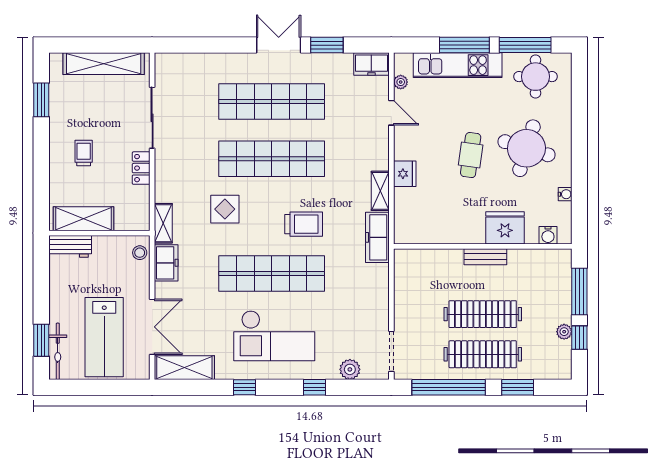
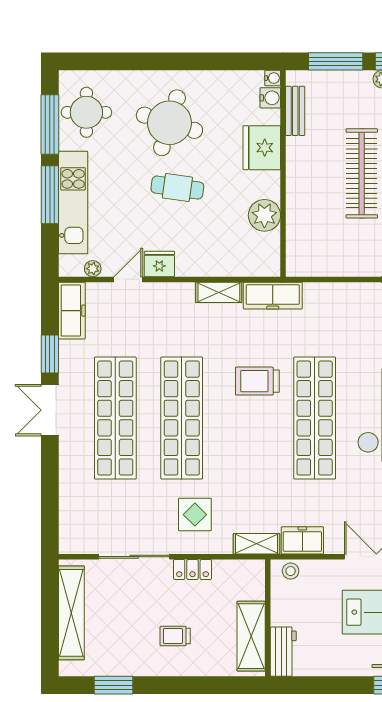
freezer: (371, 64) -> (72, 311), width x1.40
fridge: (405, 174) -> (159, 264), moved
water cooler: (565, 194) -> (273, 78), moved, turned 90
display table: (225, 209) -> (195, 515), moved
trolley: (304, 224) -> (257, 381), turned -90
plant: (447, 230) -> (264, 215), added
bench: (485, 257) -> (295, 111), moved

